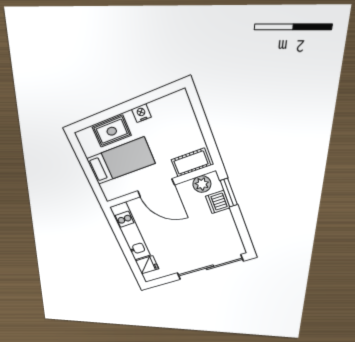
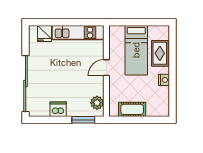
cot: (191, 163) -> (132, 109), moved, turned 90
door: (156, 188) -> (106, 68), width x0.53
dishwasher: (218, 202) -> (58, 109), moved

